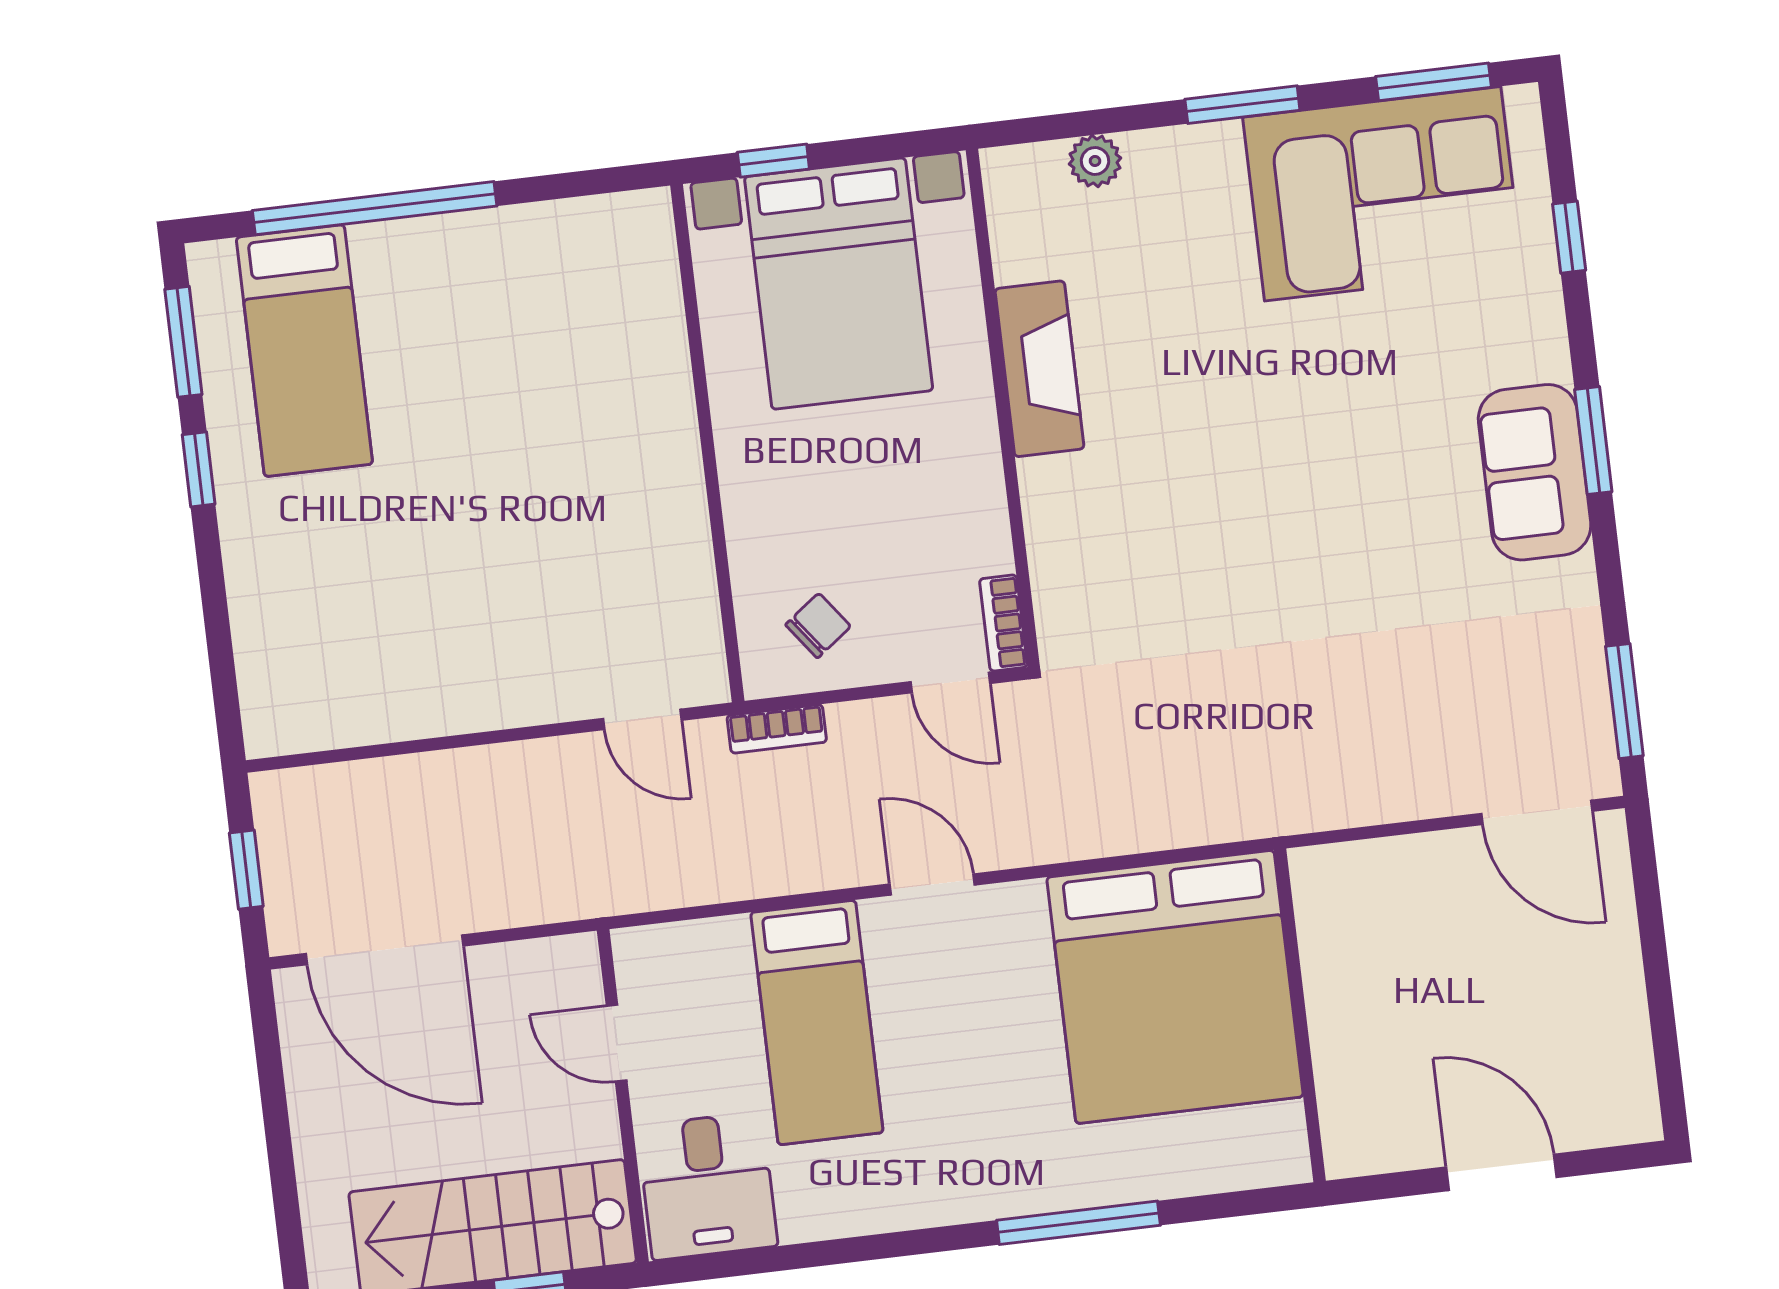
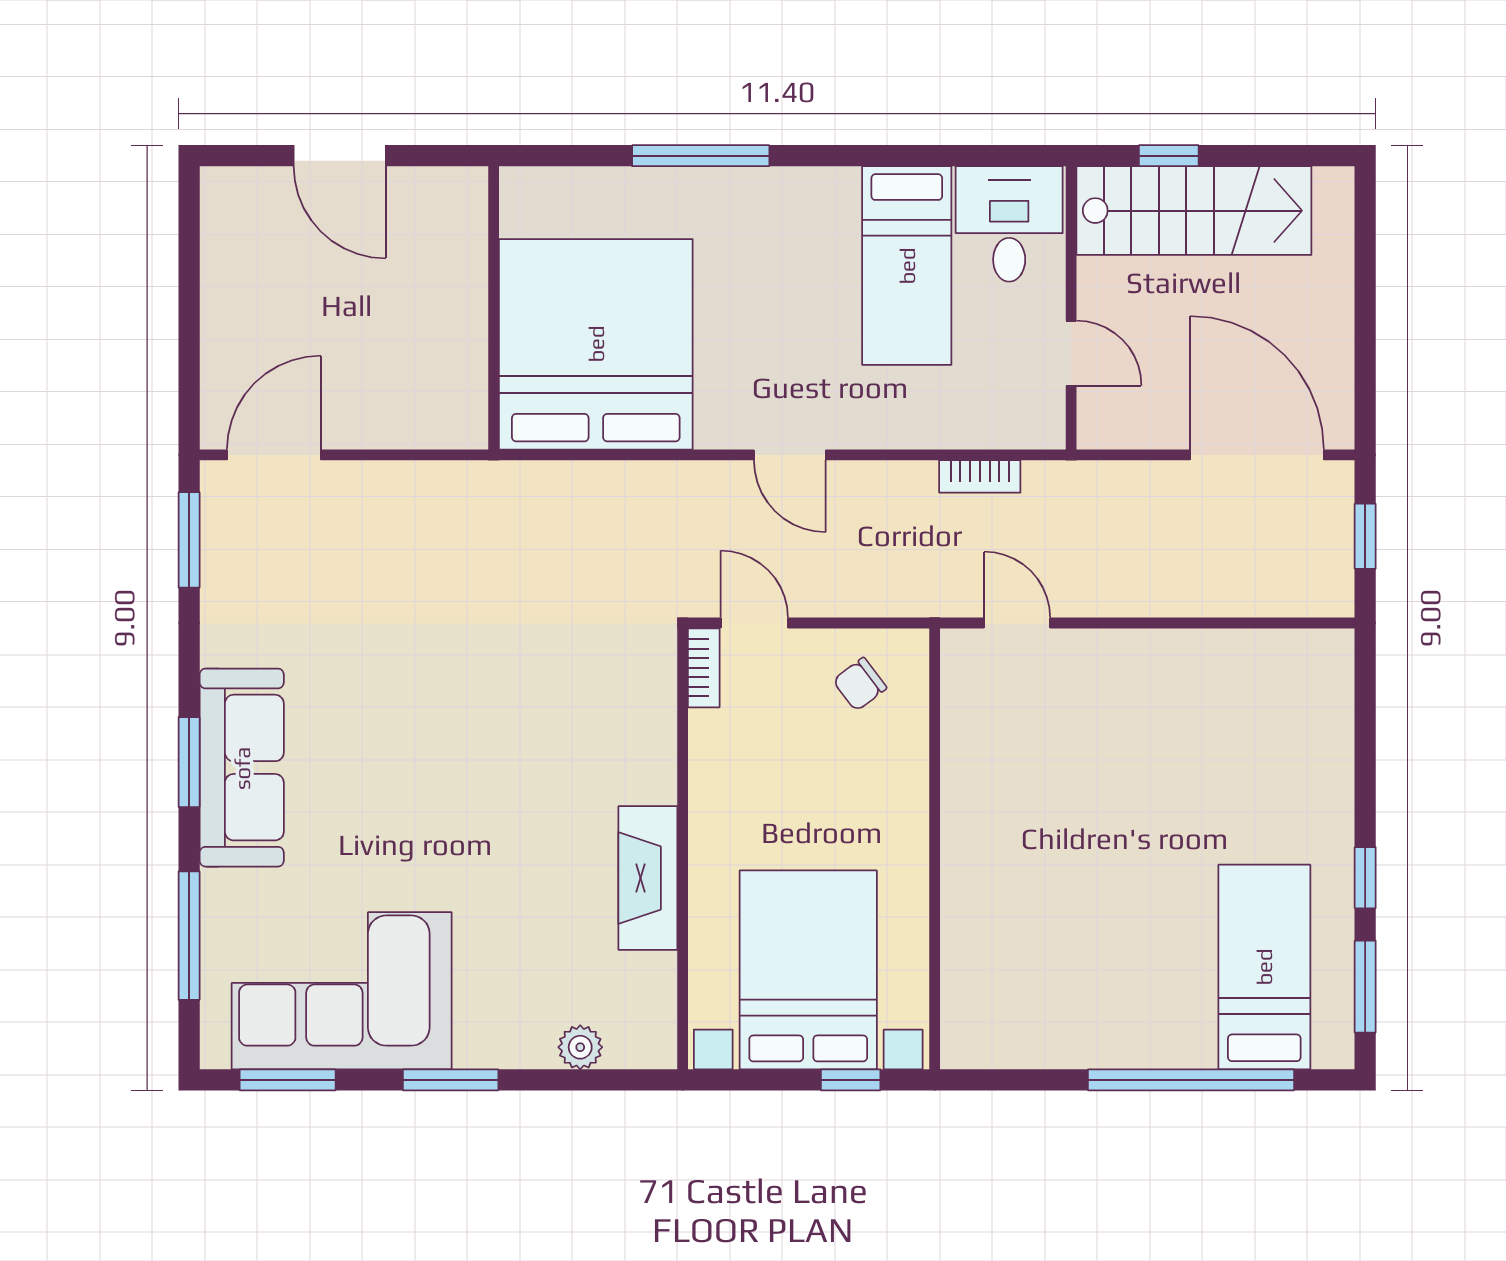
window: (1569, 237) -> (189, 936), width x2.17
sofa: (1535, 472) -> (242, 768), width x1.36
bookcase: (777, 729) -> (980, 476), moved, turned 180
door: (1537, 812) -> (274, 455), hinge flipped
bed: (817, 1023) -> (907, 266), moved, turned 180

